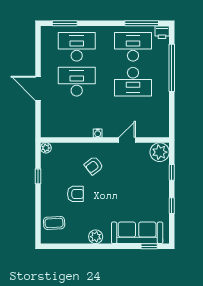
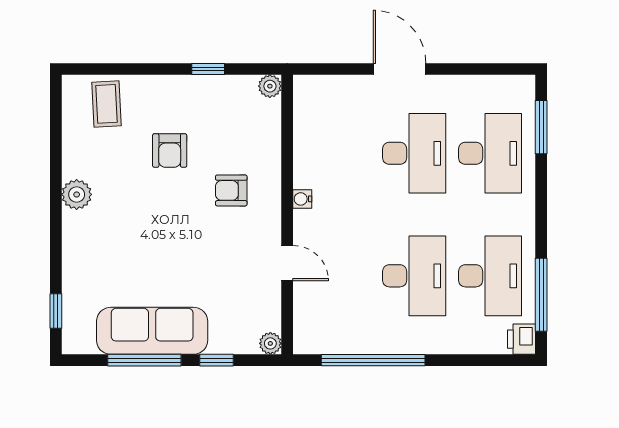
window: (172, 68) -> (373, 360), moved
desk: (133, 82) -> (414, 276), turned 180
door: (38, 88) -> (399, 69), hinge flipped
plant: (160, 152) -> (270, 343), width x0.53, depth x0.53
armchair: (94, 166) -> (231, 190), turned -53
window: (172, 206) -> (144, 360), width x2.17
sofa: (137, 233) -> (152, 331), moved, turned -90

